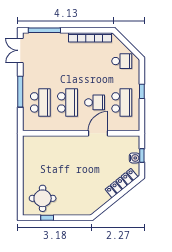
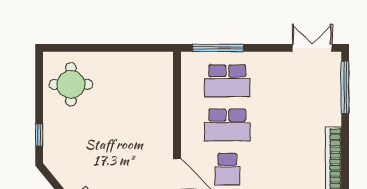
window: (20, 92) -> (218, 48), moved
window: (47, 218) -> (39, 135), moved

